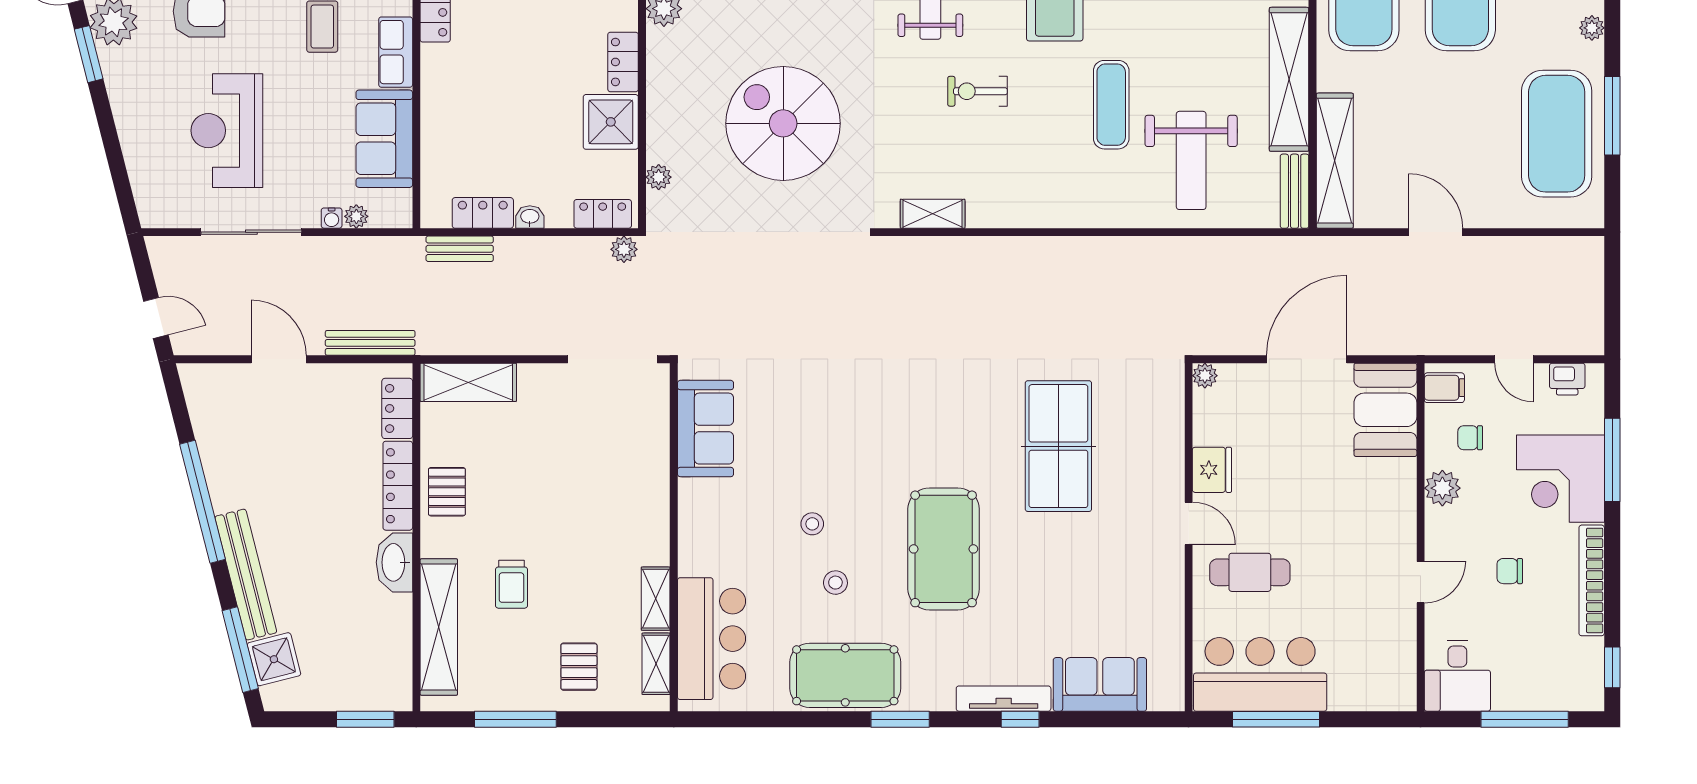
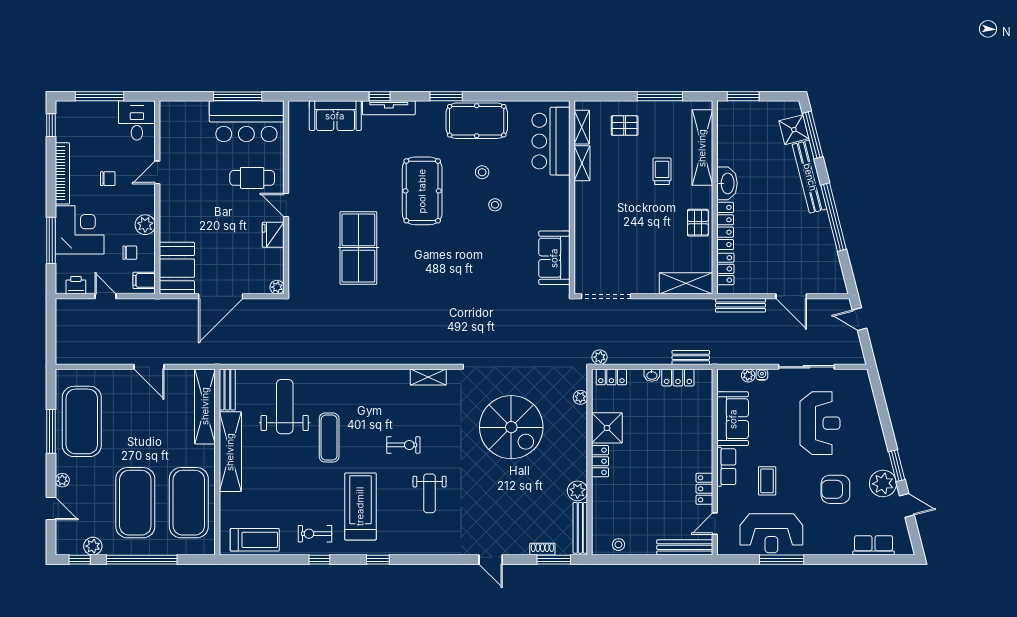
pallet: (579, 667) -> (625, 126), turned 90

